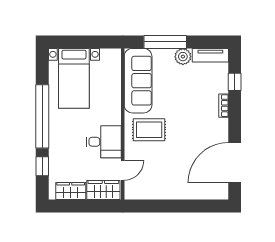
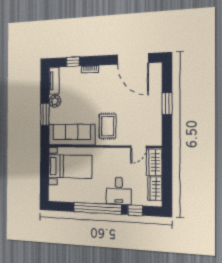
window: (165, 42) -> (45, 114), width x0.69
bed with nightstands: (74, 78) -> (70, 166), moved
desk: (104, 142) -> (119, 191), moved, turned 180
door: (123, 170) -> (139, 147), swing flipped
window: (177, 206) -> (167, 104), added

